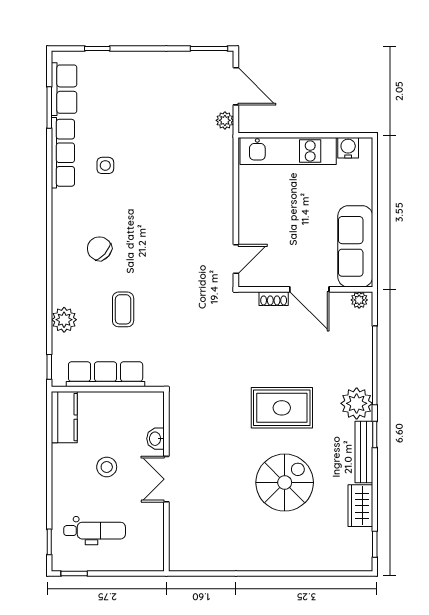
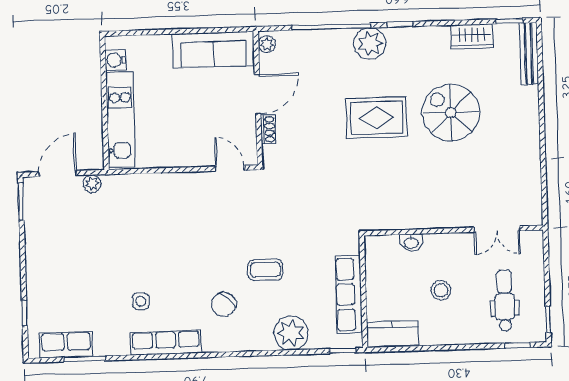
row of seats: (63, 153) -> (166, 343), moved
coffee table: (123, 309) -> (265, 270), moved
plant: (64, 320) -> (291, 333), width x1.36, depth x1.36
rug: (282, 408) -> (377, 118), turned 90
bench: (364, 452) -> (529, 53), moved, turned 90
double door: (166, 479) -> (497, 229), moved

